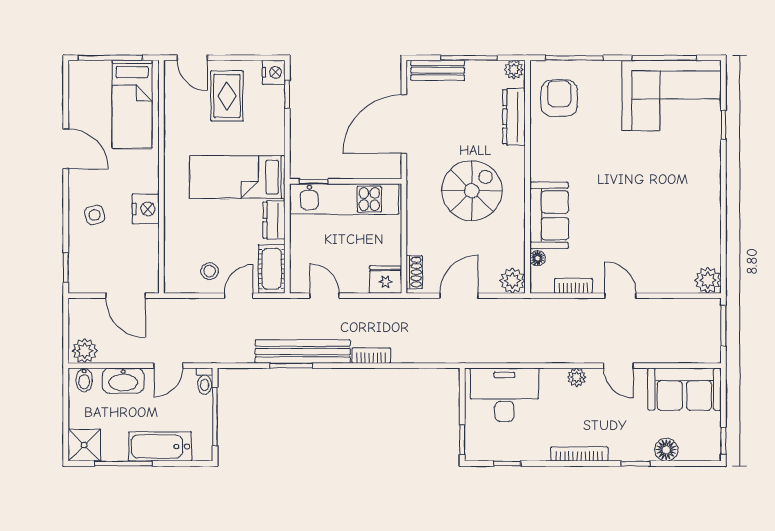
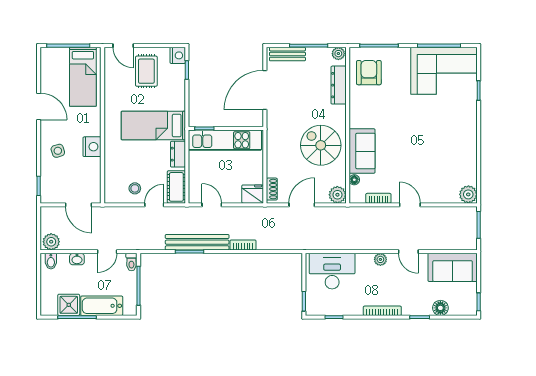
spiral stairs: (472, 191) -> (321, 145), moved, turned -90
washbasin: (123, 381) -> (77, 259), width x0.52, depth x0.69
shower: (84, 445) -> (69, 305), moved

